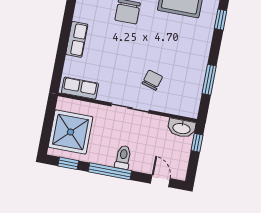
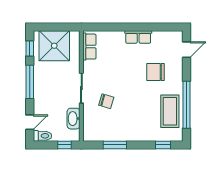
row of seats: (77, 39) -> (138, 37), moved
washbasin: (182, 128) -> (74, 119), moved
toilet: (123, 157) -> (42, 136), moved

